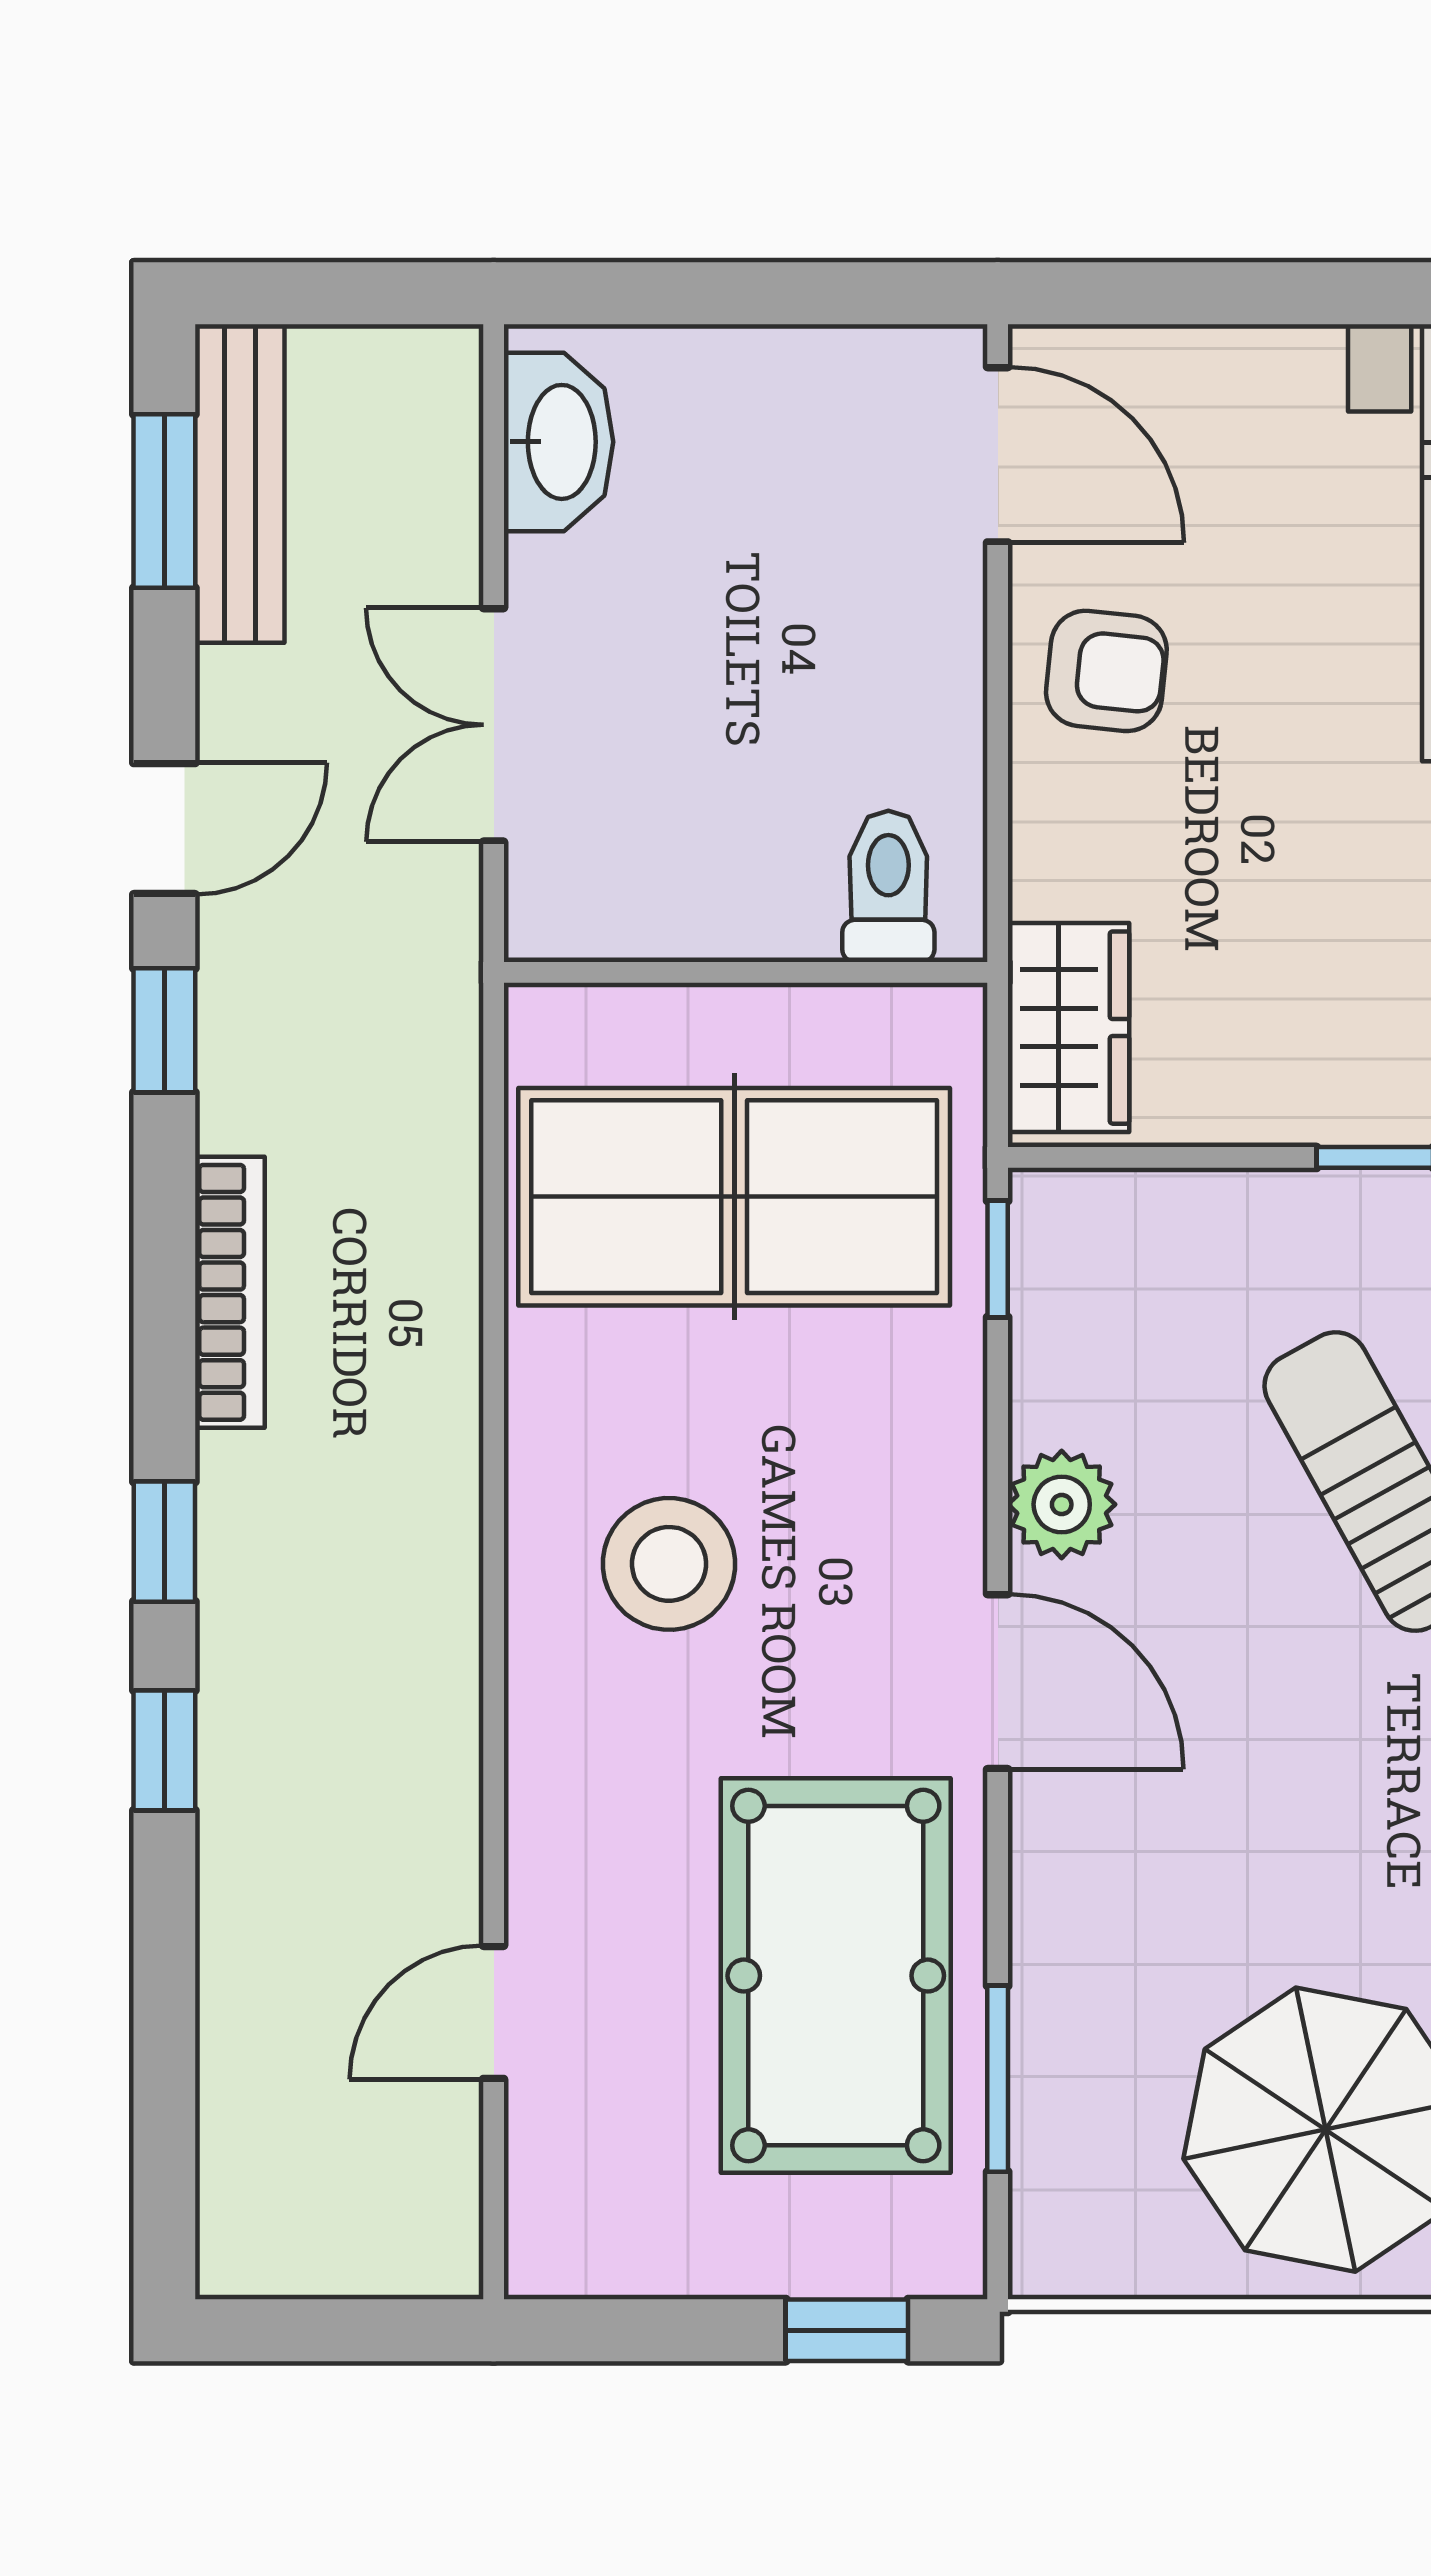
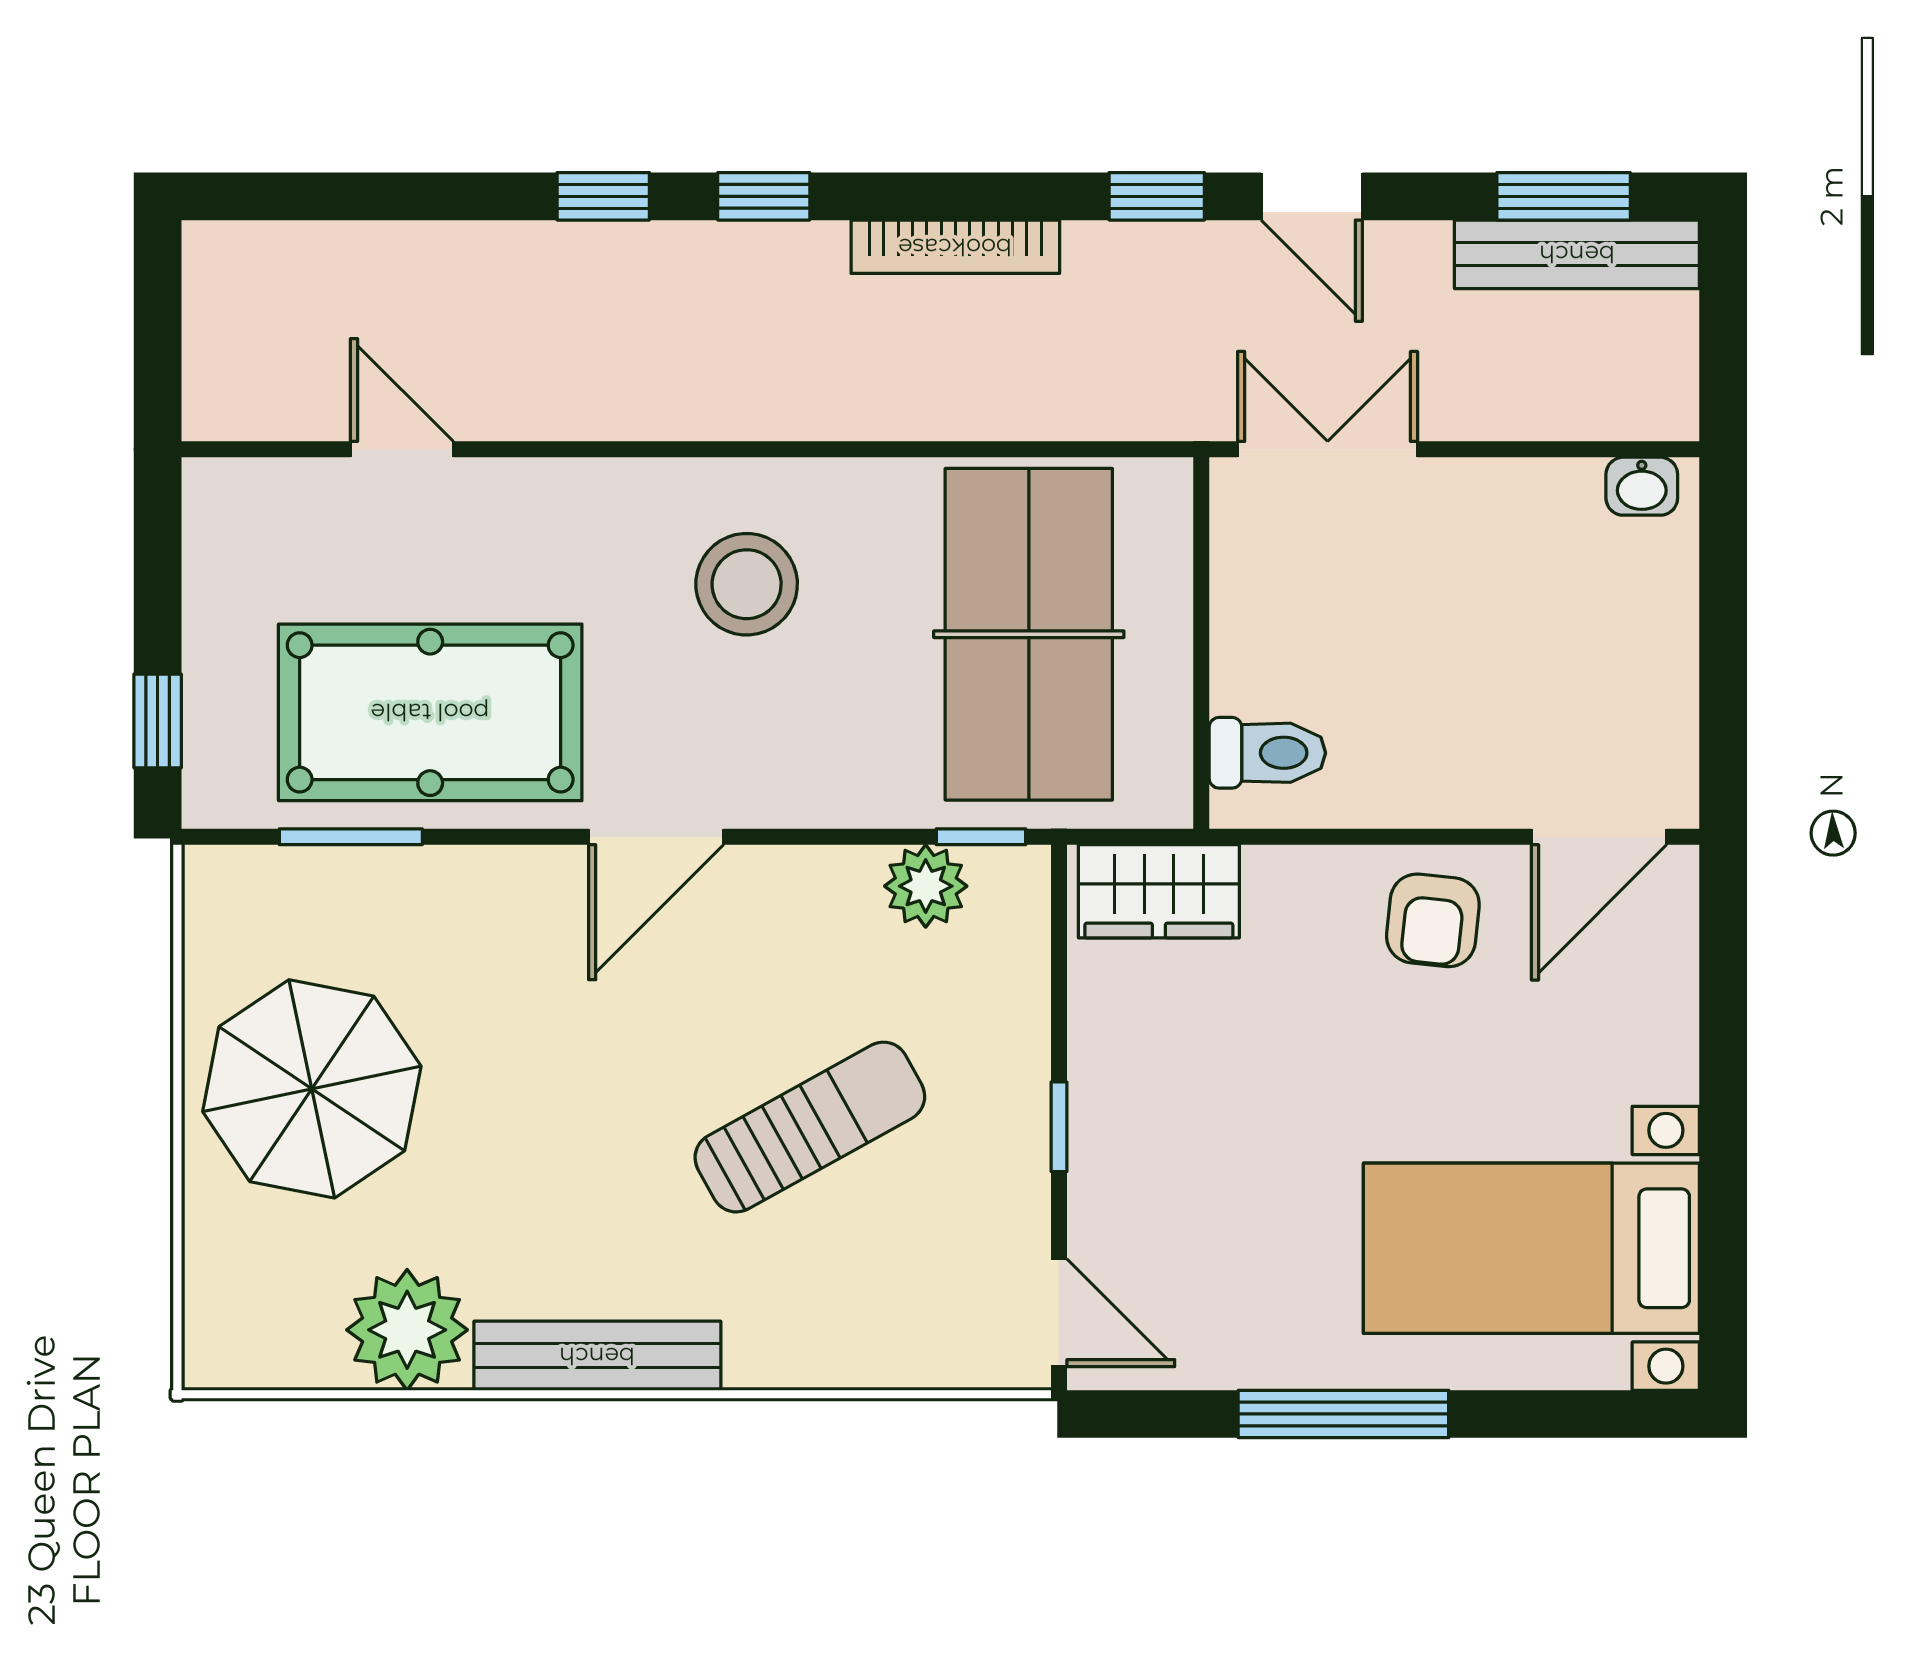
washbasin: (558, 442) -> (1642, 486), width x0.52, depth x0.69
double door: (494, 725) -> (1328, 449), moved
plant: (1062, 1504) -> (926, 886), moved

